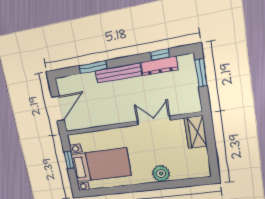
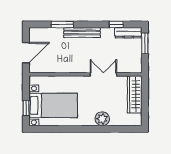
dresser: (159, 66) -> (128, 33), moved
wardrobe: (196, 132) -> (135, 94), width x1.50
window: (69, 160) -> (26, 108), moved

